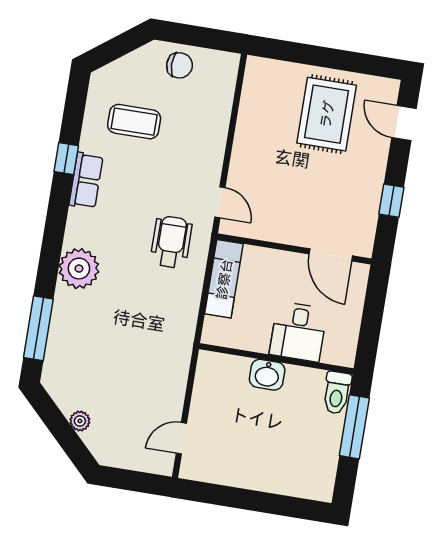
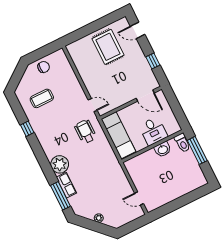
row of seats: (86, 180) -> (66, 185), moved
exam couch: (224, 279) -> (118, 135), width x1.36, depth x1.45
washbasin: (267, 375) -> (163, 149), moved
door: (181, 438) -> (139, 198), hinge flipped

